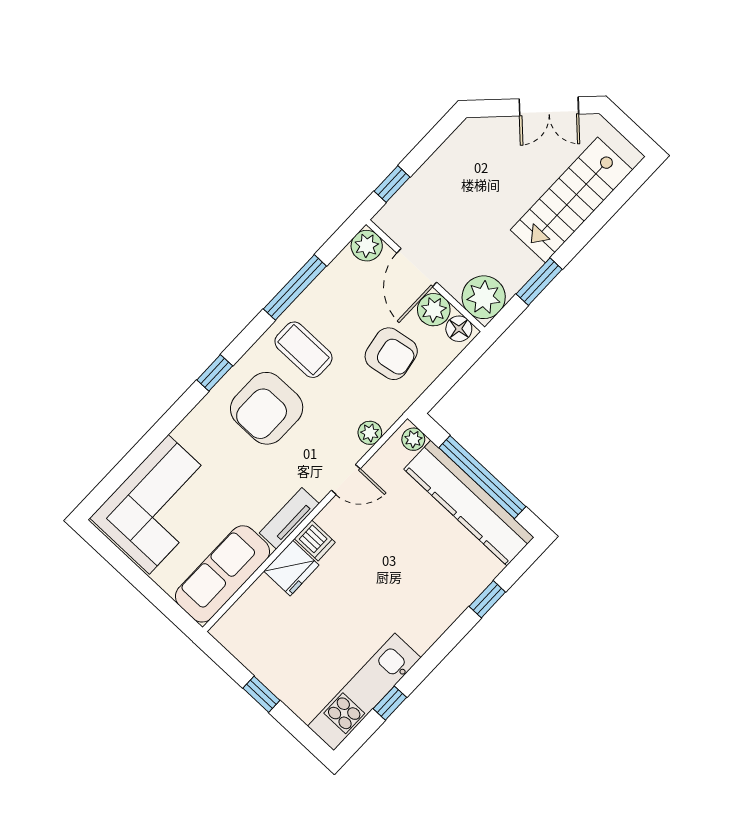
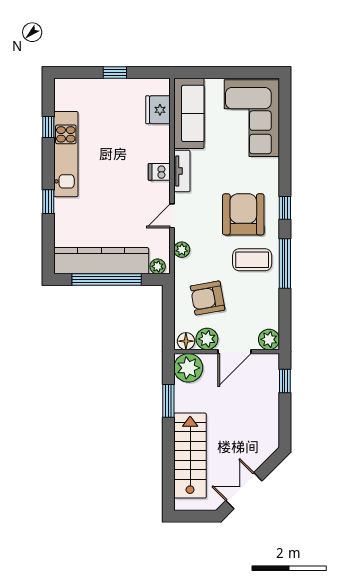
door: (417, 268) -> (234, 352), swing flipped
window: (295, 287) -> (285, 263), moved
fridge: (291, 568) -> (158, 110), moved
window: (487, 599) -> (48, 202), moved
kitchen unit: (364, 692) -> (66, 154), moved

